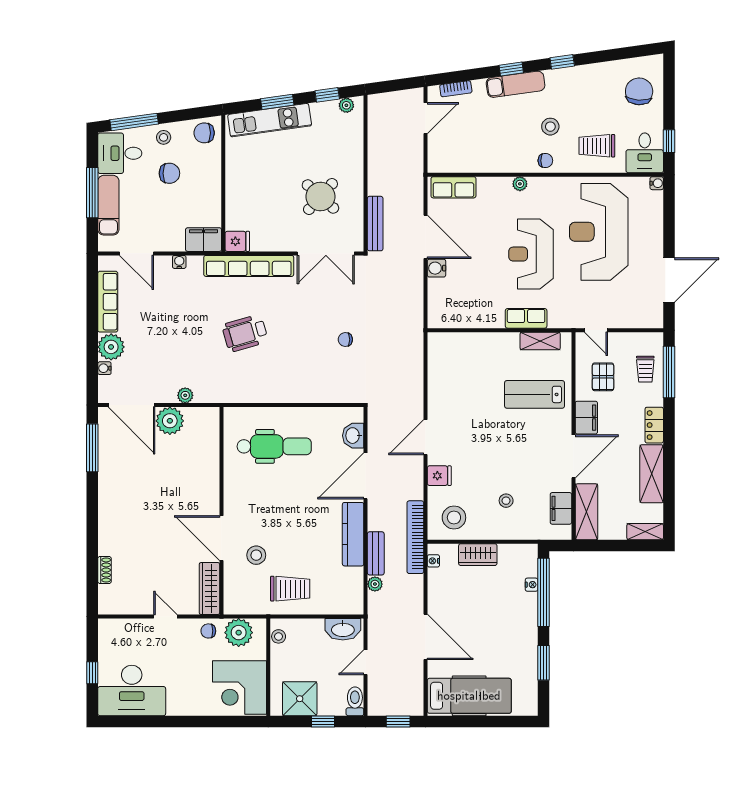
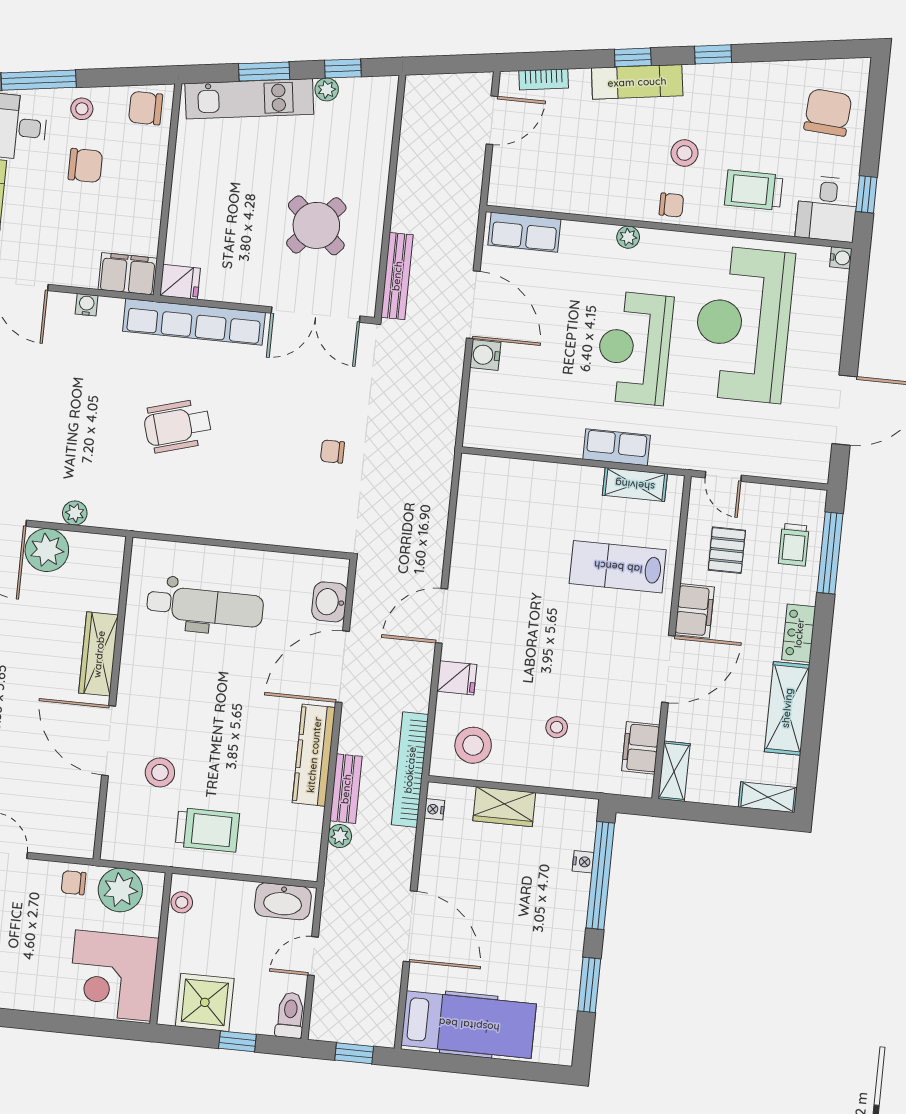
plant: (346, 105) -> (327, 89), moved
shelving: (587, 512) -> (674, 771), width x0.67, depth x0.75
wardrobe: (209, 589) -> (99, 654), moved

